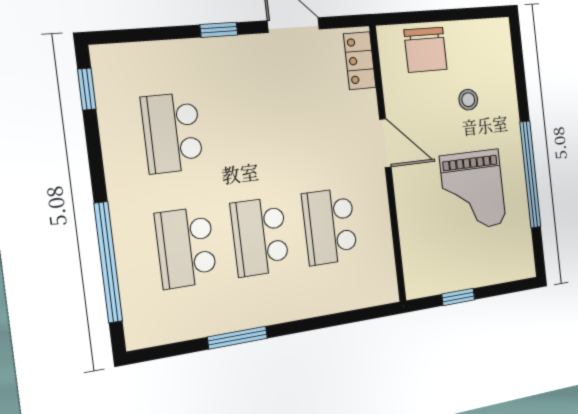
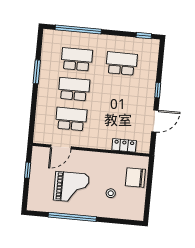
locker: (360, 61) -> (124, 145), moved
door: (385, 143) -> (61, 147), moved
grand piano: (473, 190) -> (71, 187), turned 180

